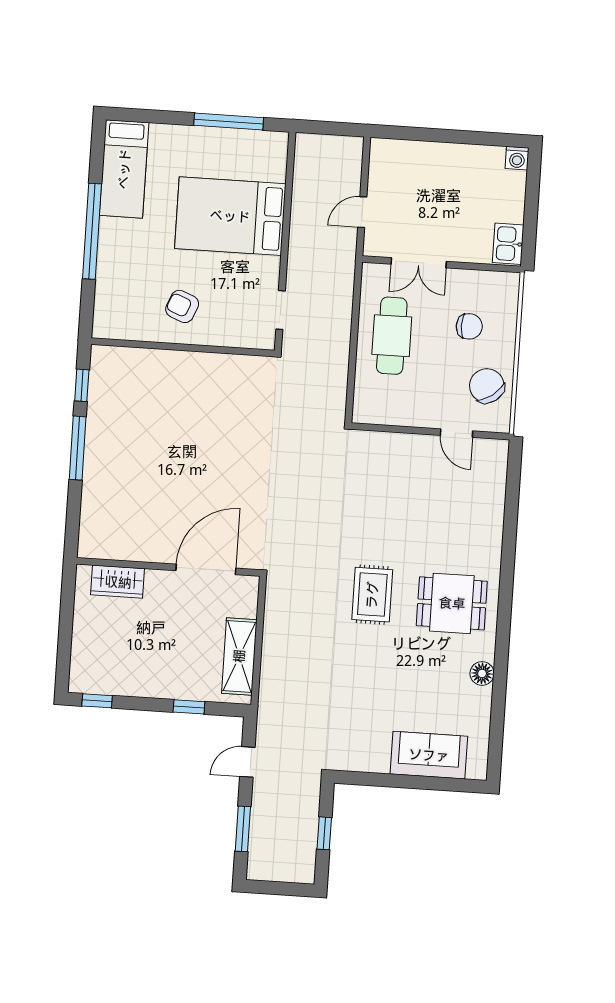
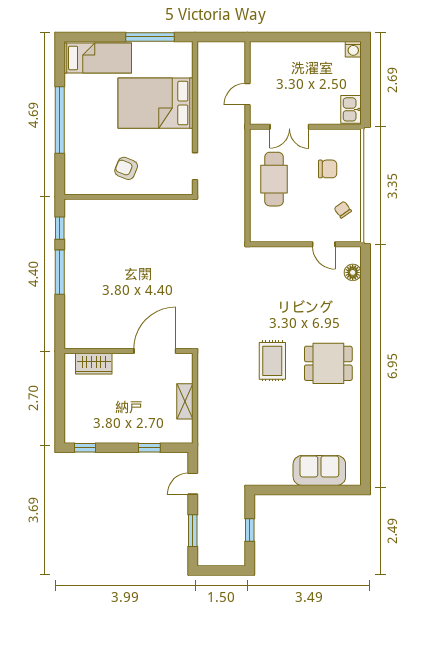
bed: (124, 169) -> (98, 58), moved, turned -90
chair: (487, 386) -> (343, 210), width x0.54, depth x0.54
shelving: (239, 656) -> (185, 401), width x0.67, depth x0.75
floor lamp: (482, 673) -> (353, 272), moved

